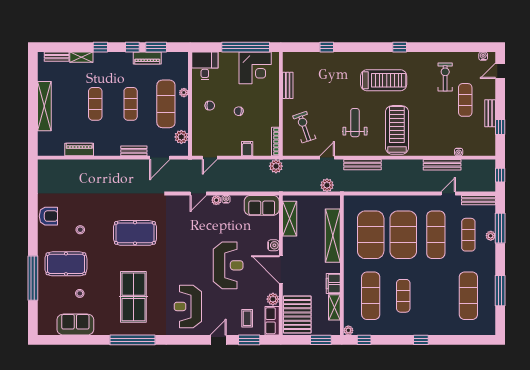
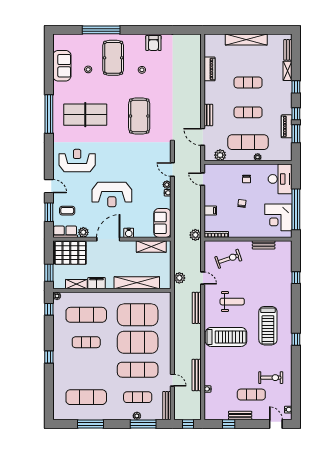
desk: (205, 66) -> (280, 179), width x1.37

